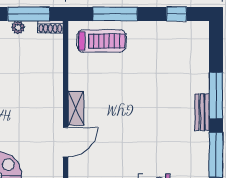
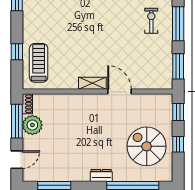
window: (115, 14) -> (17, 52), width x0.46
plant: (18, 27) -> (32, 125), width x1.87, depth x1.87

